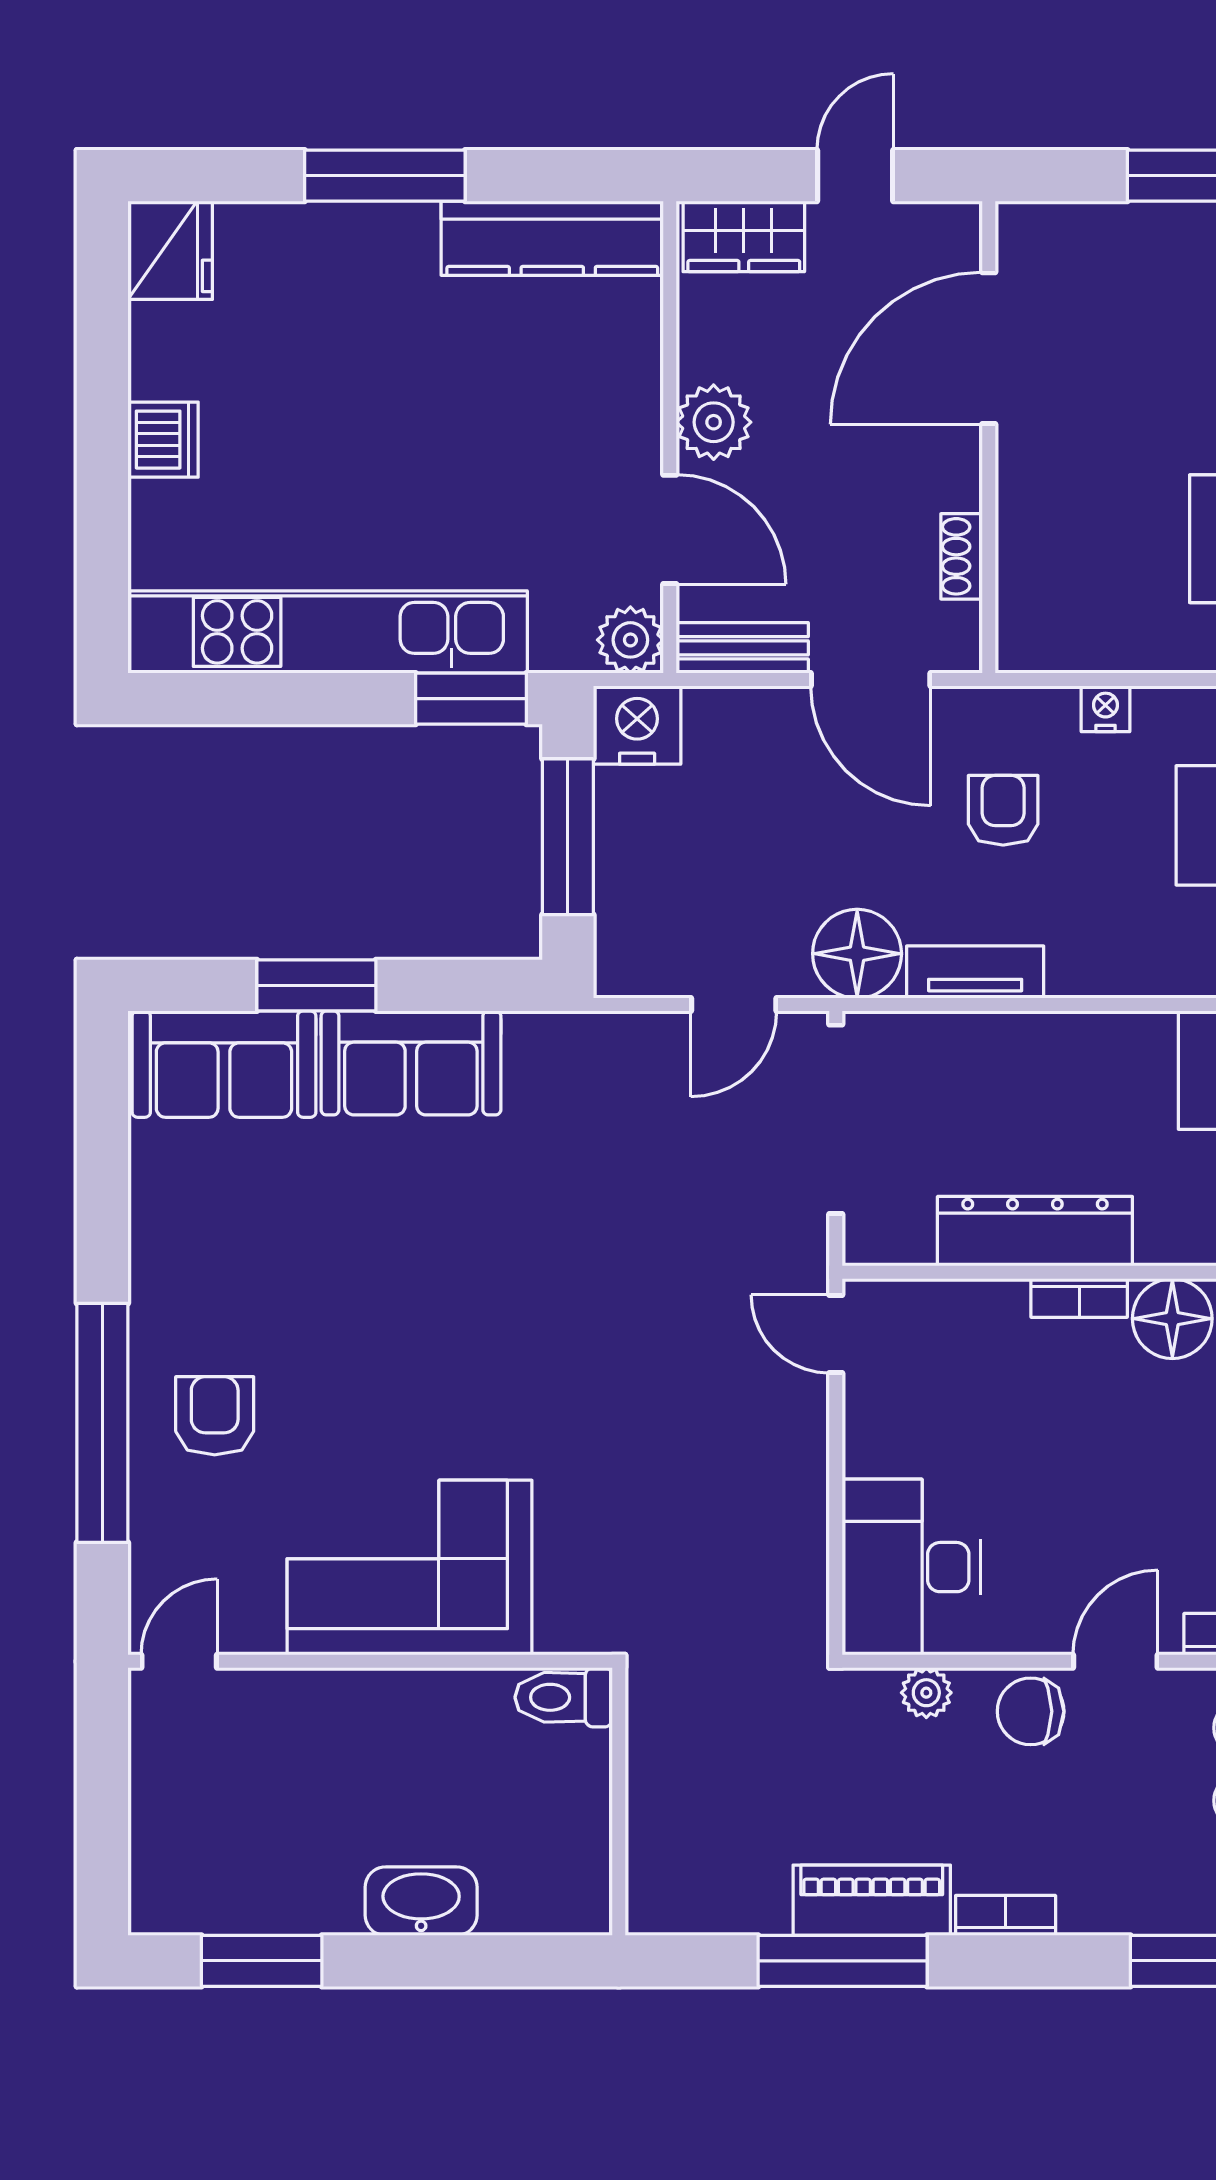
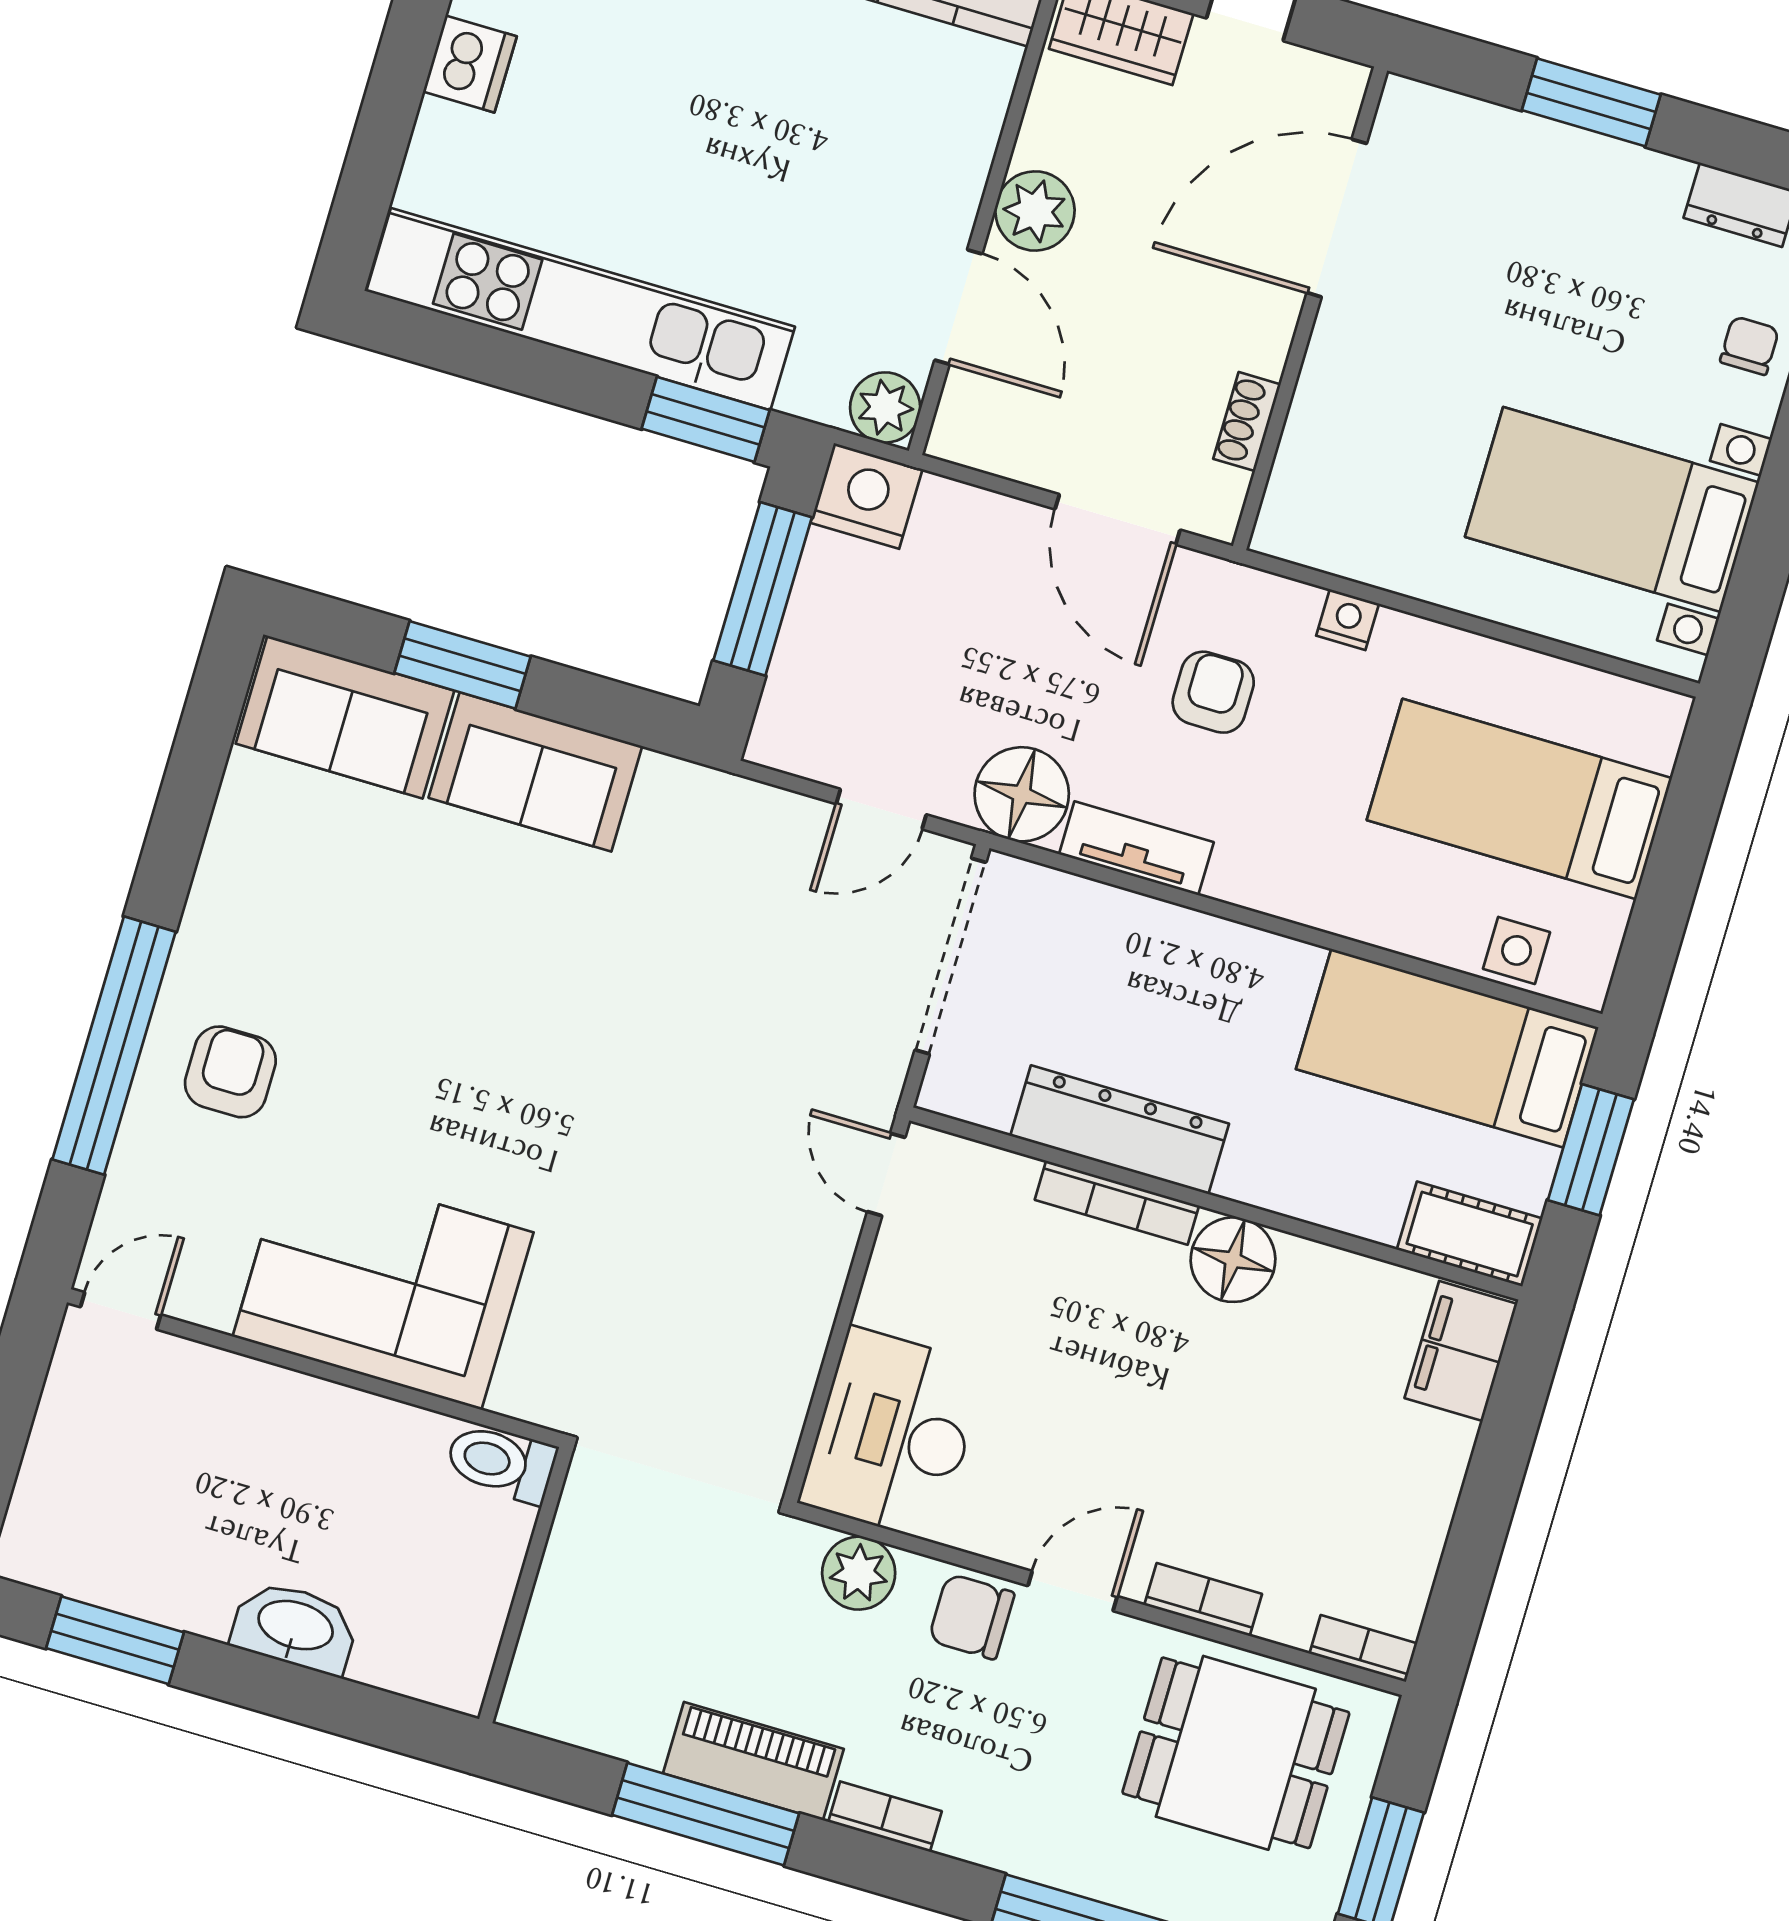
bench: (742, 648) -> (997, 449), removed
bookcase: (1079, 1298) -> (1117, 1203), width x1.56
plant: (926, 1693) -> (859, 1573), width x1.38, depth x1.38

